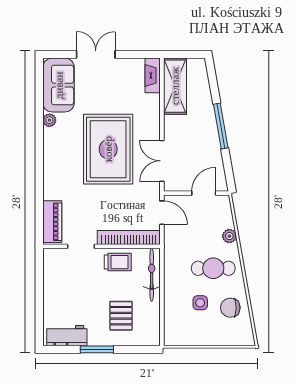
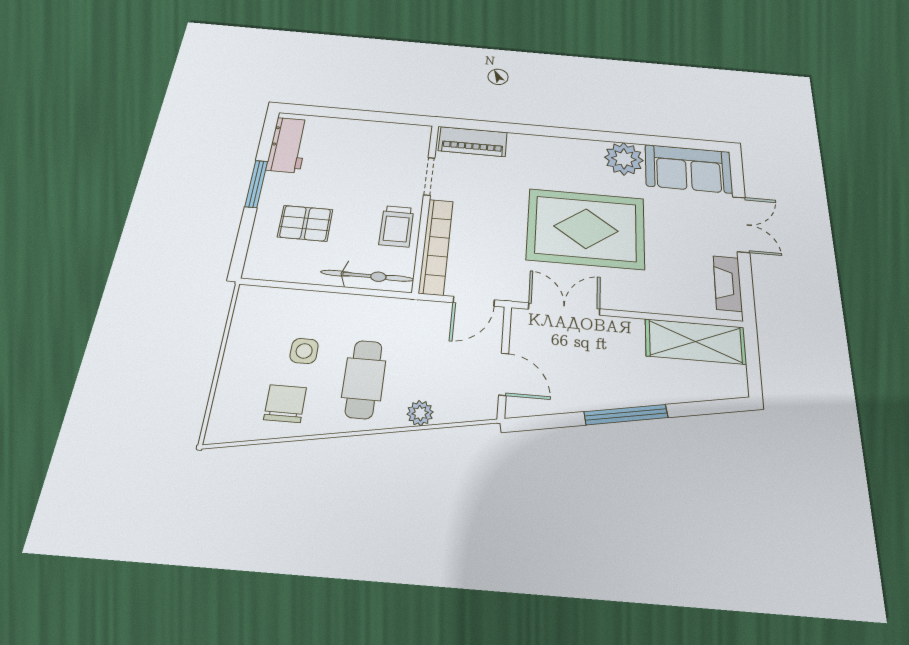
fireplace: (153, 75) -> (728, 283), moved, turned -90
plant: (49, 120) -> (624, 159), width x1.87, depth x1.87

